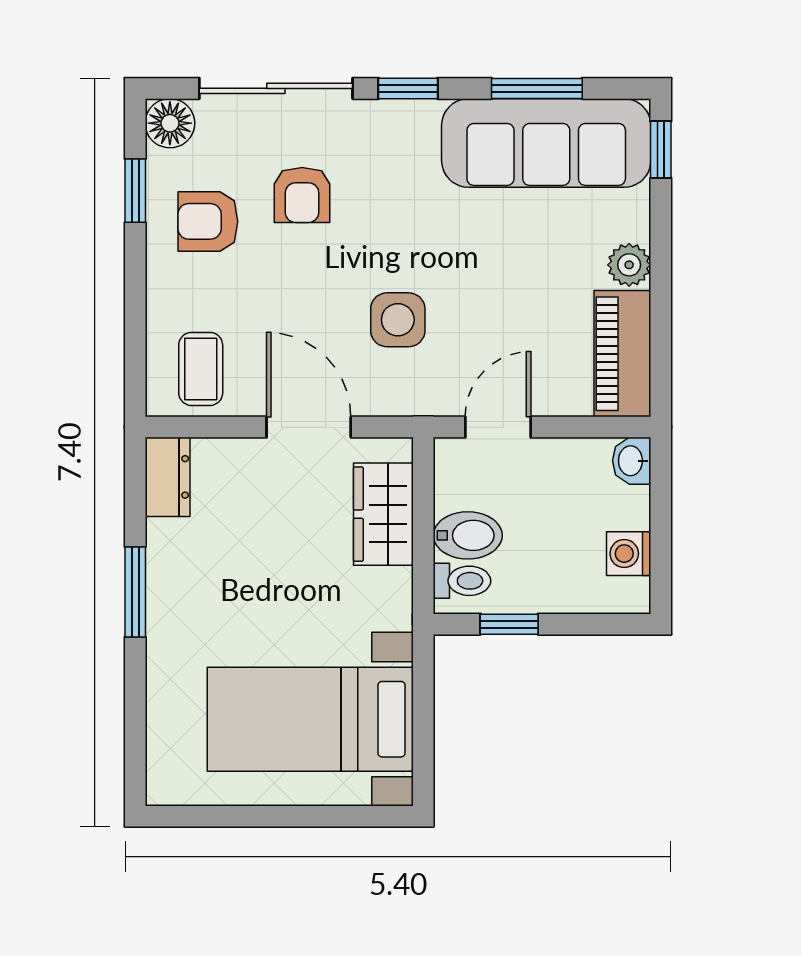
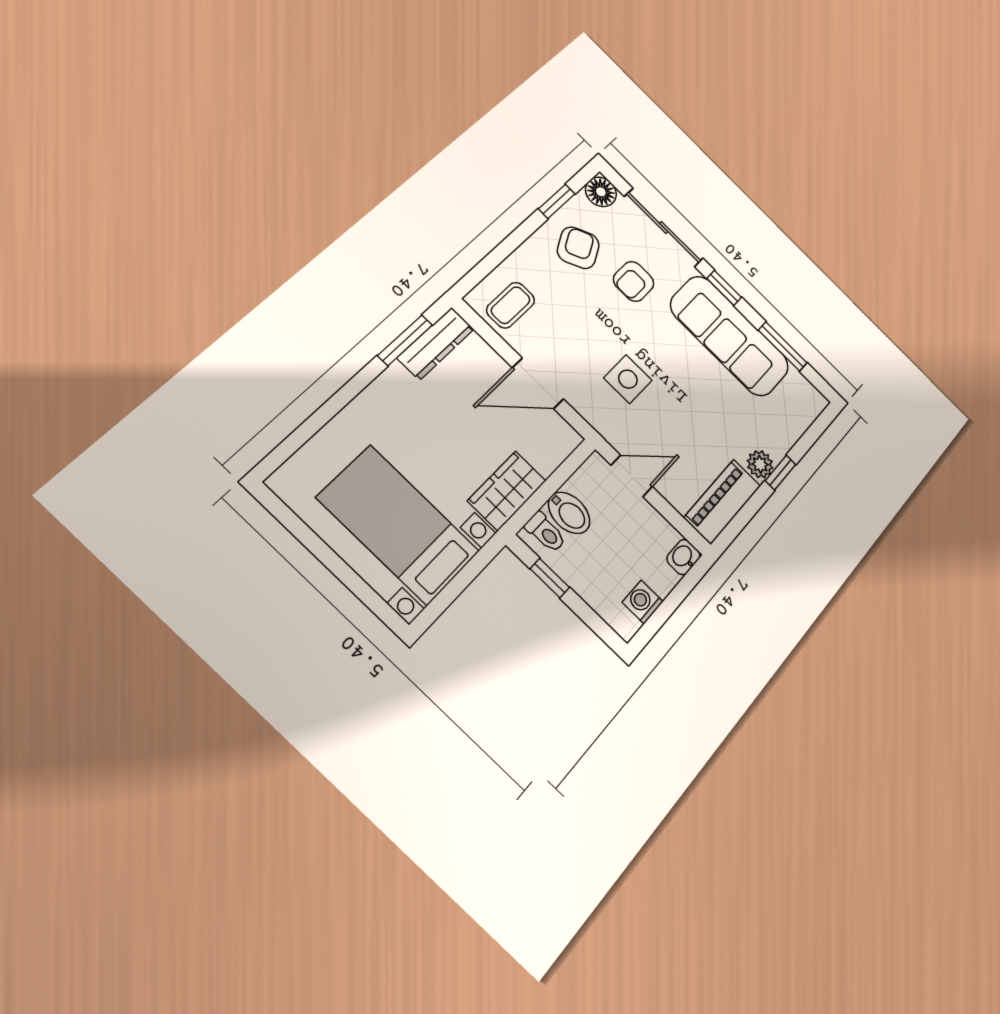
sofa: (546, 143) -> (730, 336), moved
window: (661, 150) -> (780, 472), moved
armchair: (208, 221) -> (578, 248), turned 63
door: (309, 427) -> (538, 383), swing flipped
dresser: (168, 477) -> (436, 344), width x1.44
wardrobe: (383, 514) -> (507, 491), moved
window: (135, 592) -> (405, 340), moved

